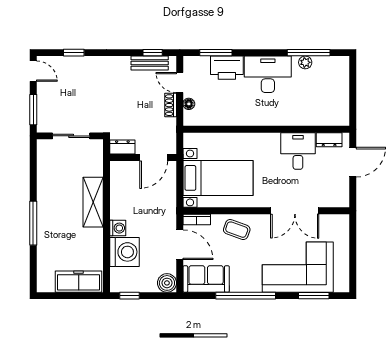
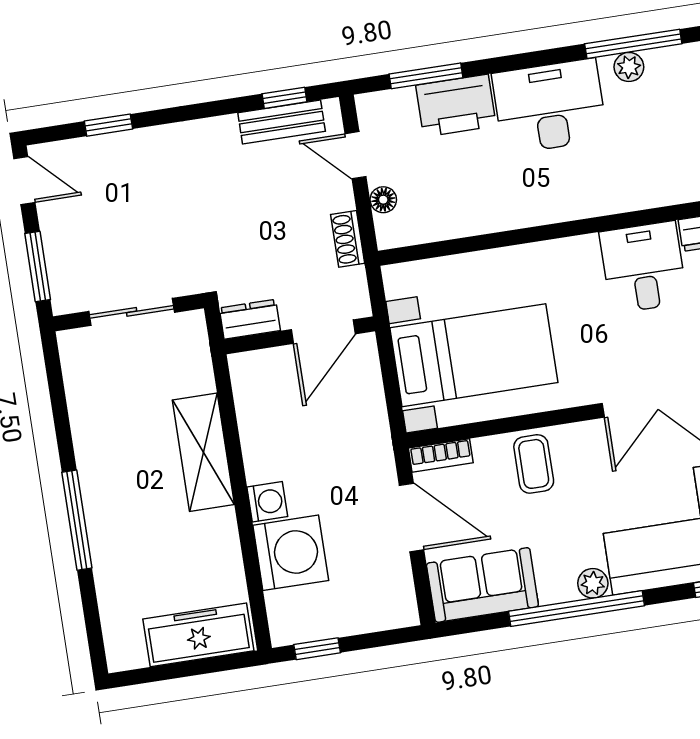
shoe rack: (171, 105) -> (348, 239), moved
coffee table: (237, 230) -> (534, 464), turned 70
boiler: (167, 283) -> (396, 607), removed
plant: (254, 286) -> (593, 583), added

